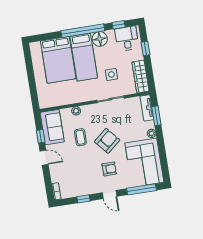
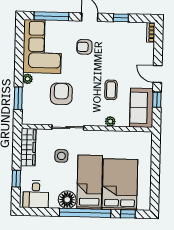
window: (119, 25) -> (128, 214), moved
tv unit: (147, 108) -> (28, 109), removed
armchair: (107, 141) -> (61, 94), moved, turned 130

